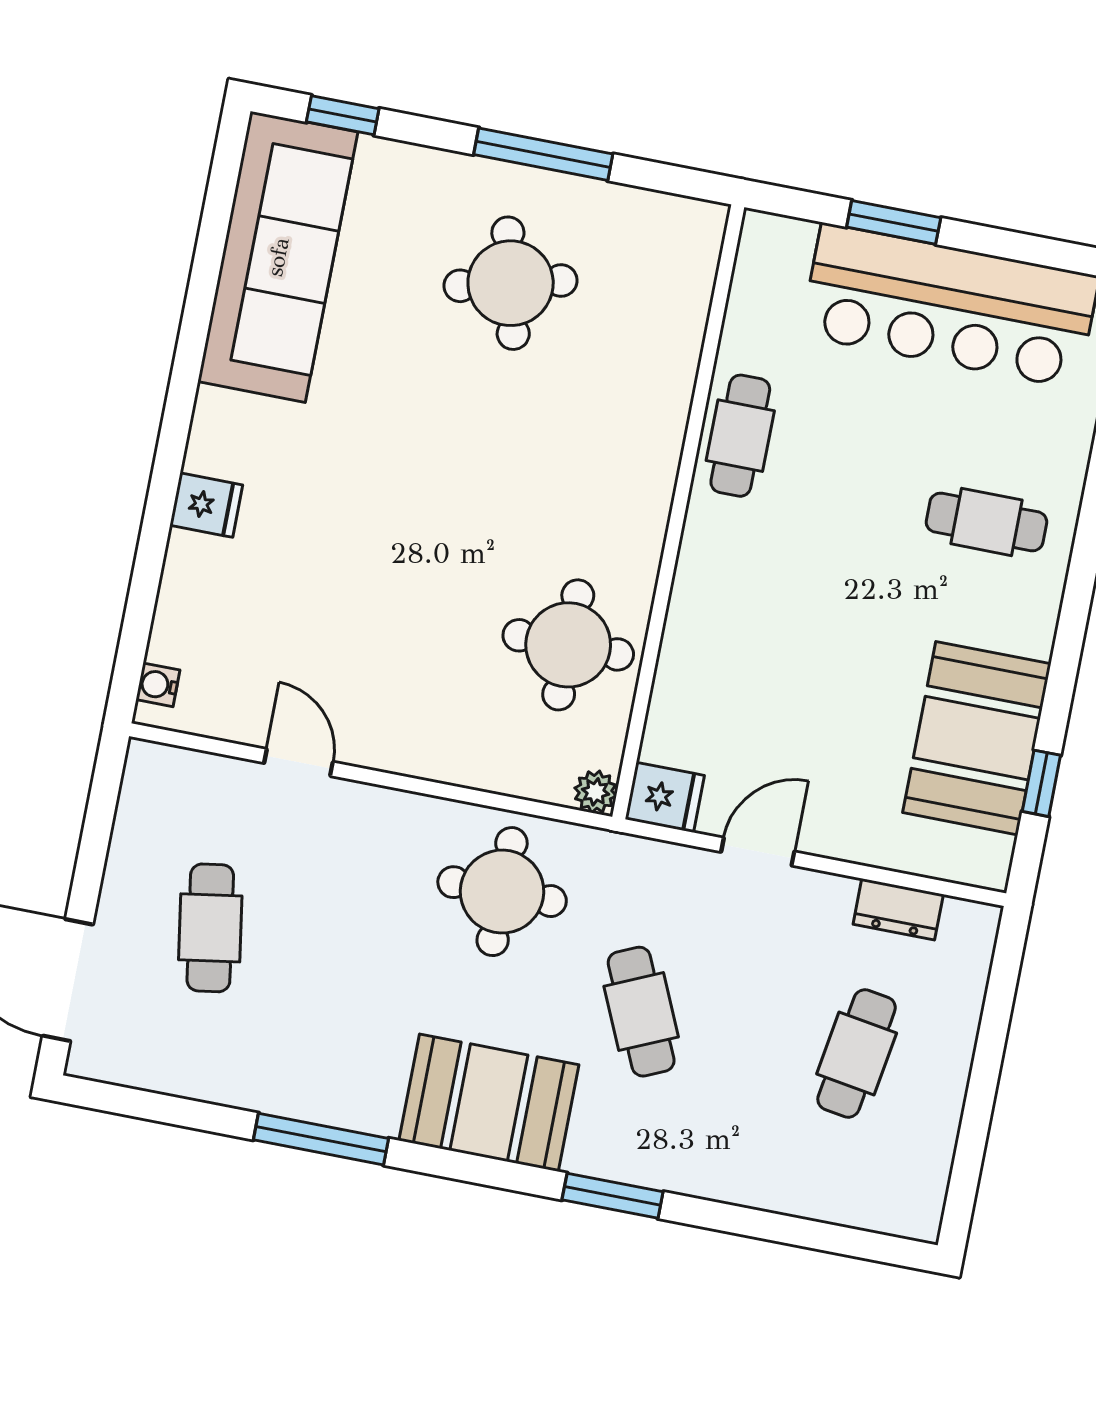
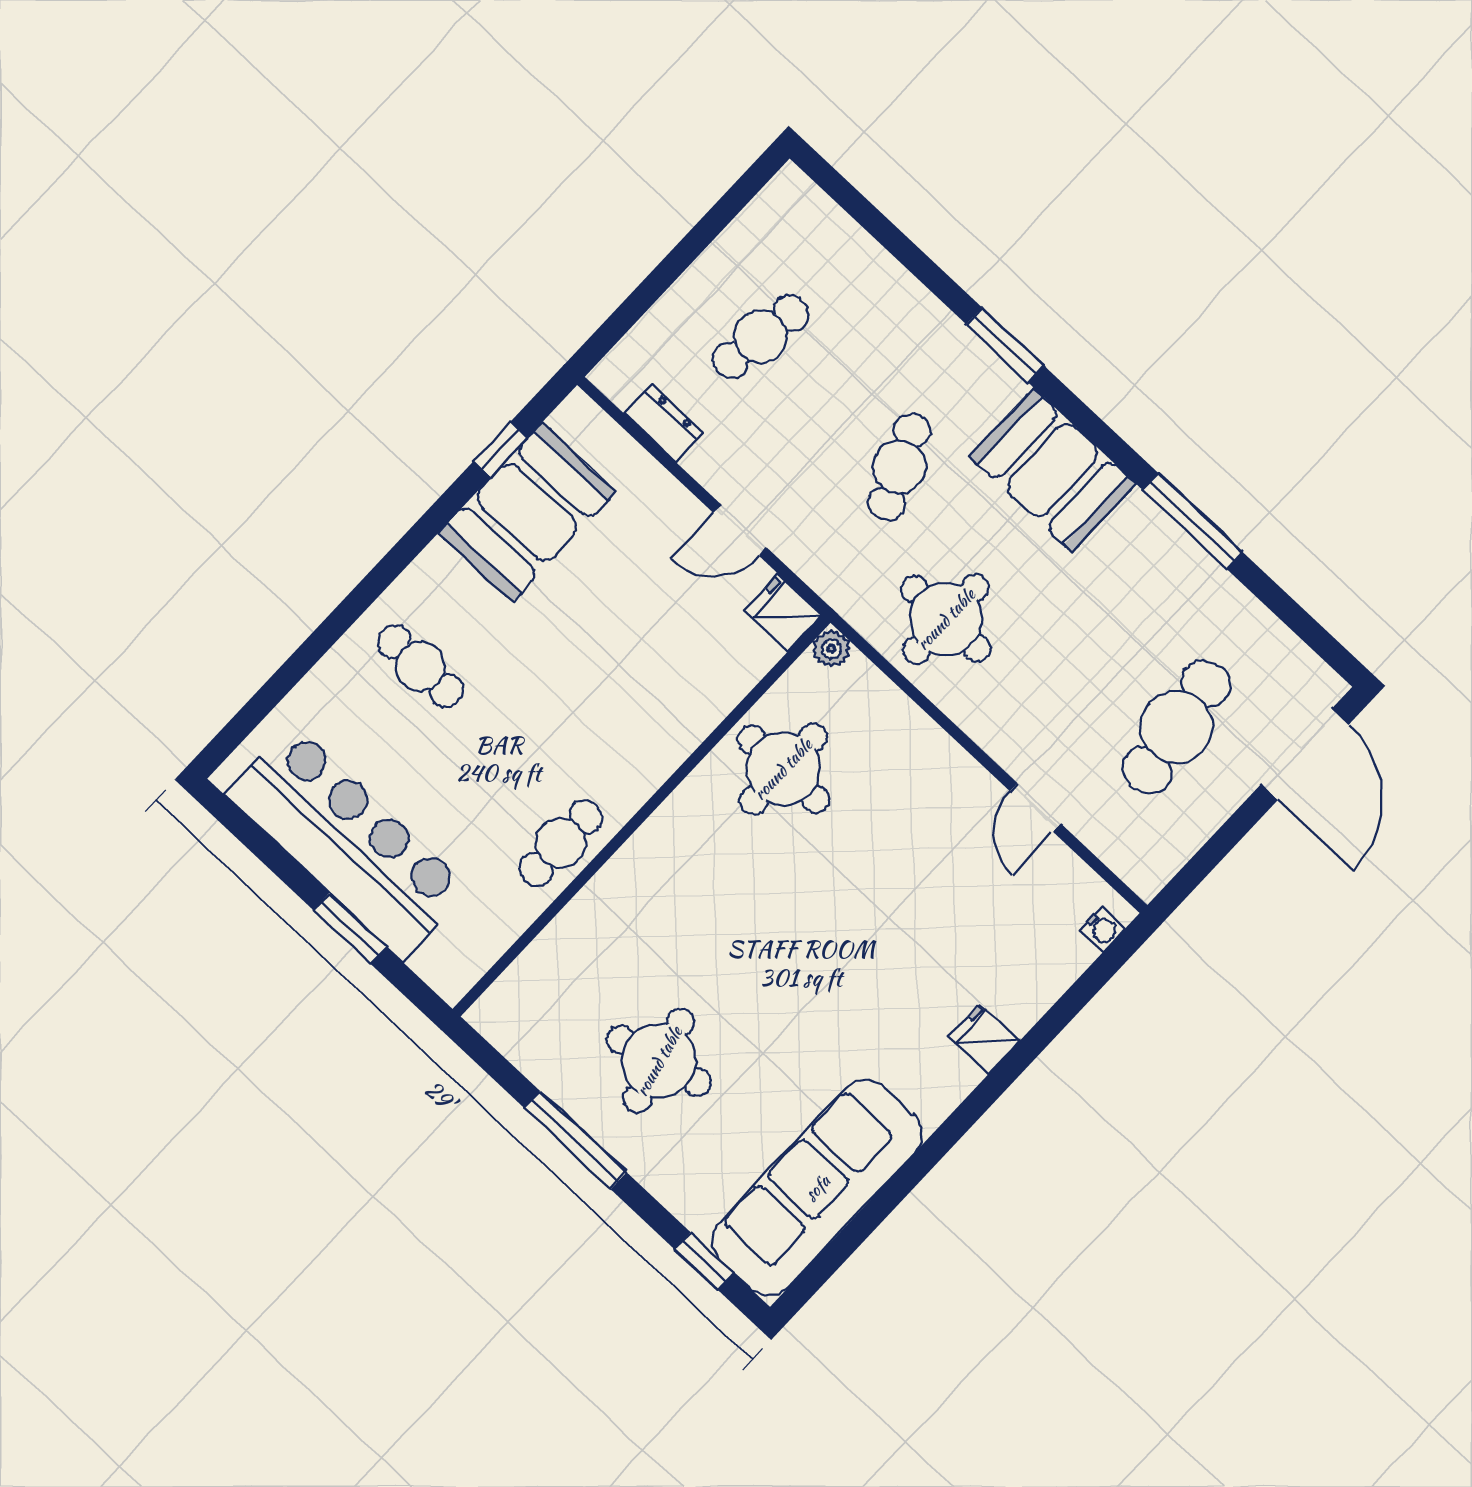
cafe table: (210, 928) -> (1176, 727), width x1.37, depth x1.35

